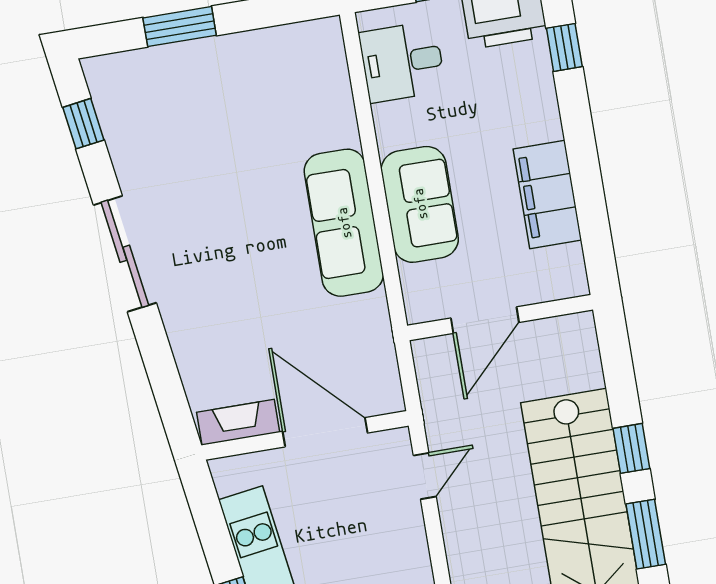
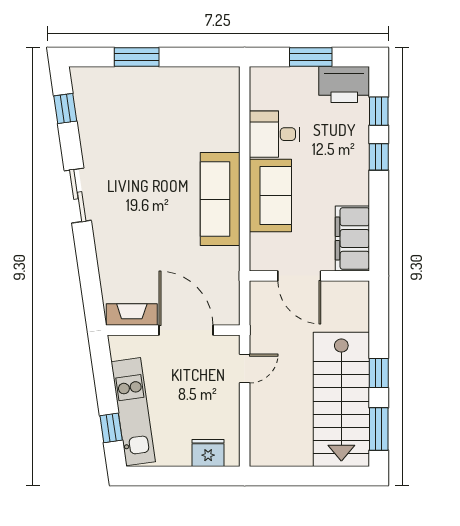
desk: (402, 62) -> (274, 134), moved
window: (576, 117) -> (379, 157), added
filing cabinet: (547, 195) -> (352, 239), moved
sliding door: (125, 254) -> (78, 196), width x0.73
door: (485, 320) -> (299, 276), hinge flipped

